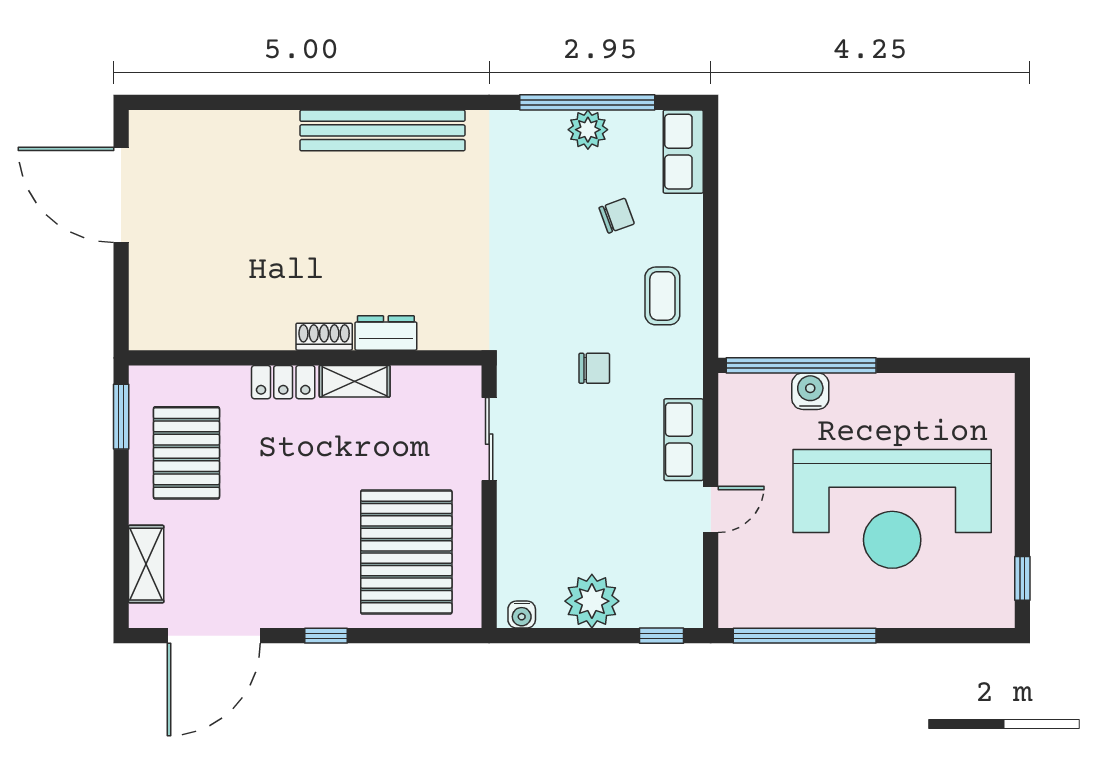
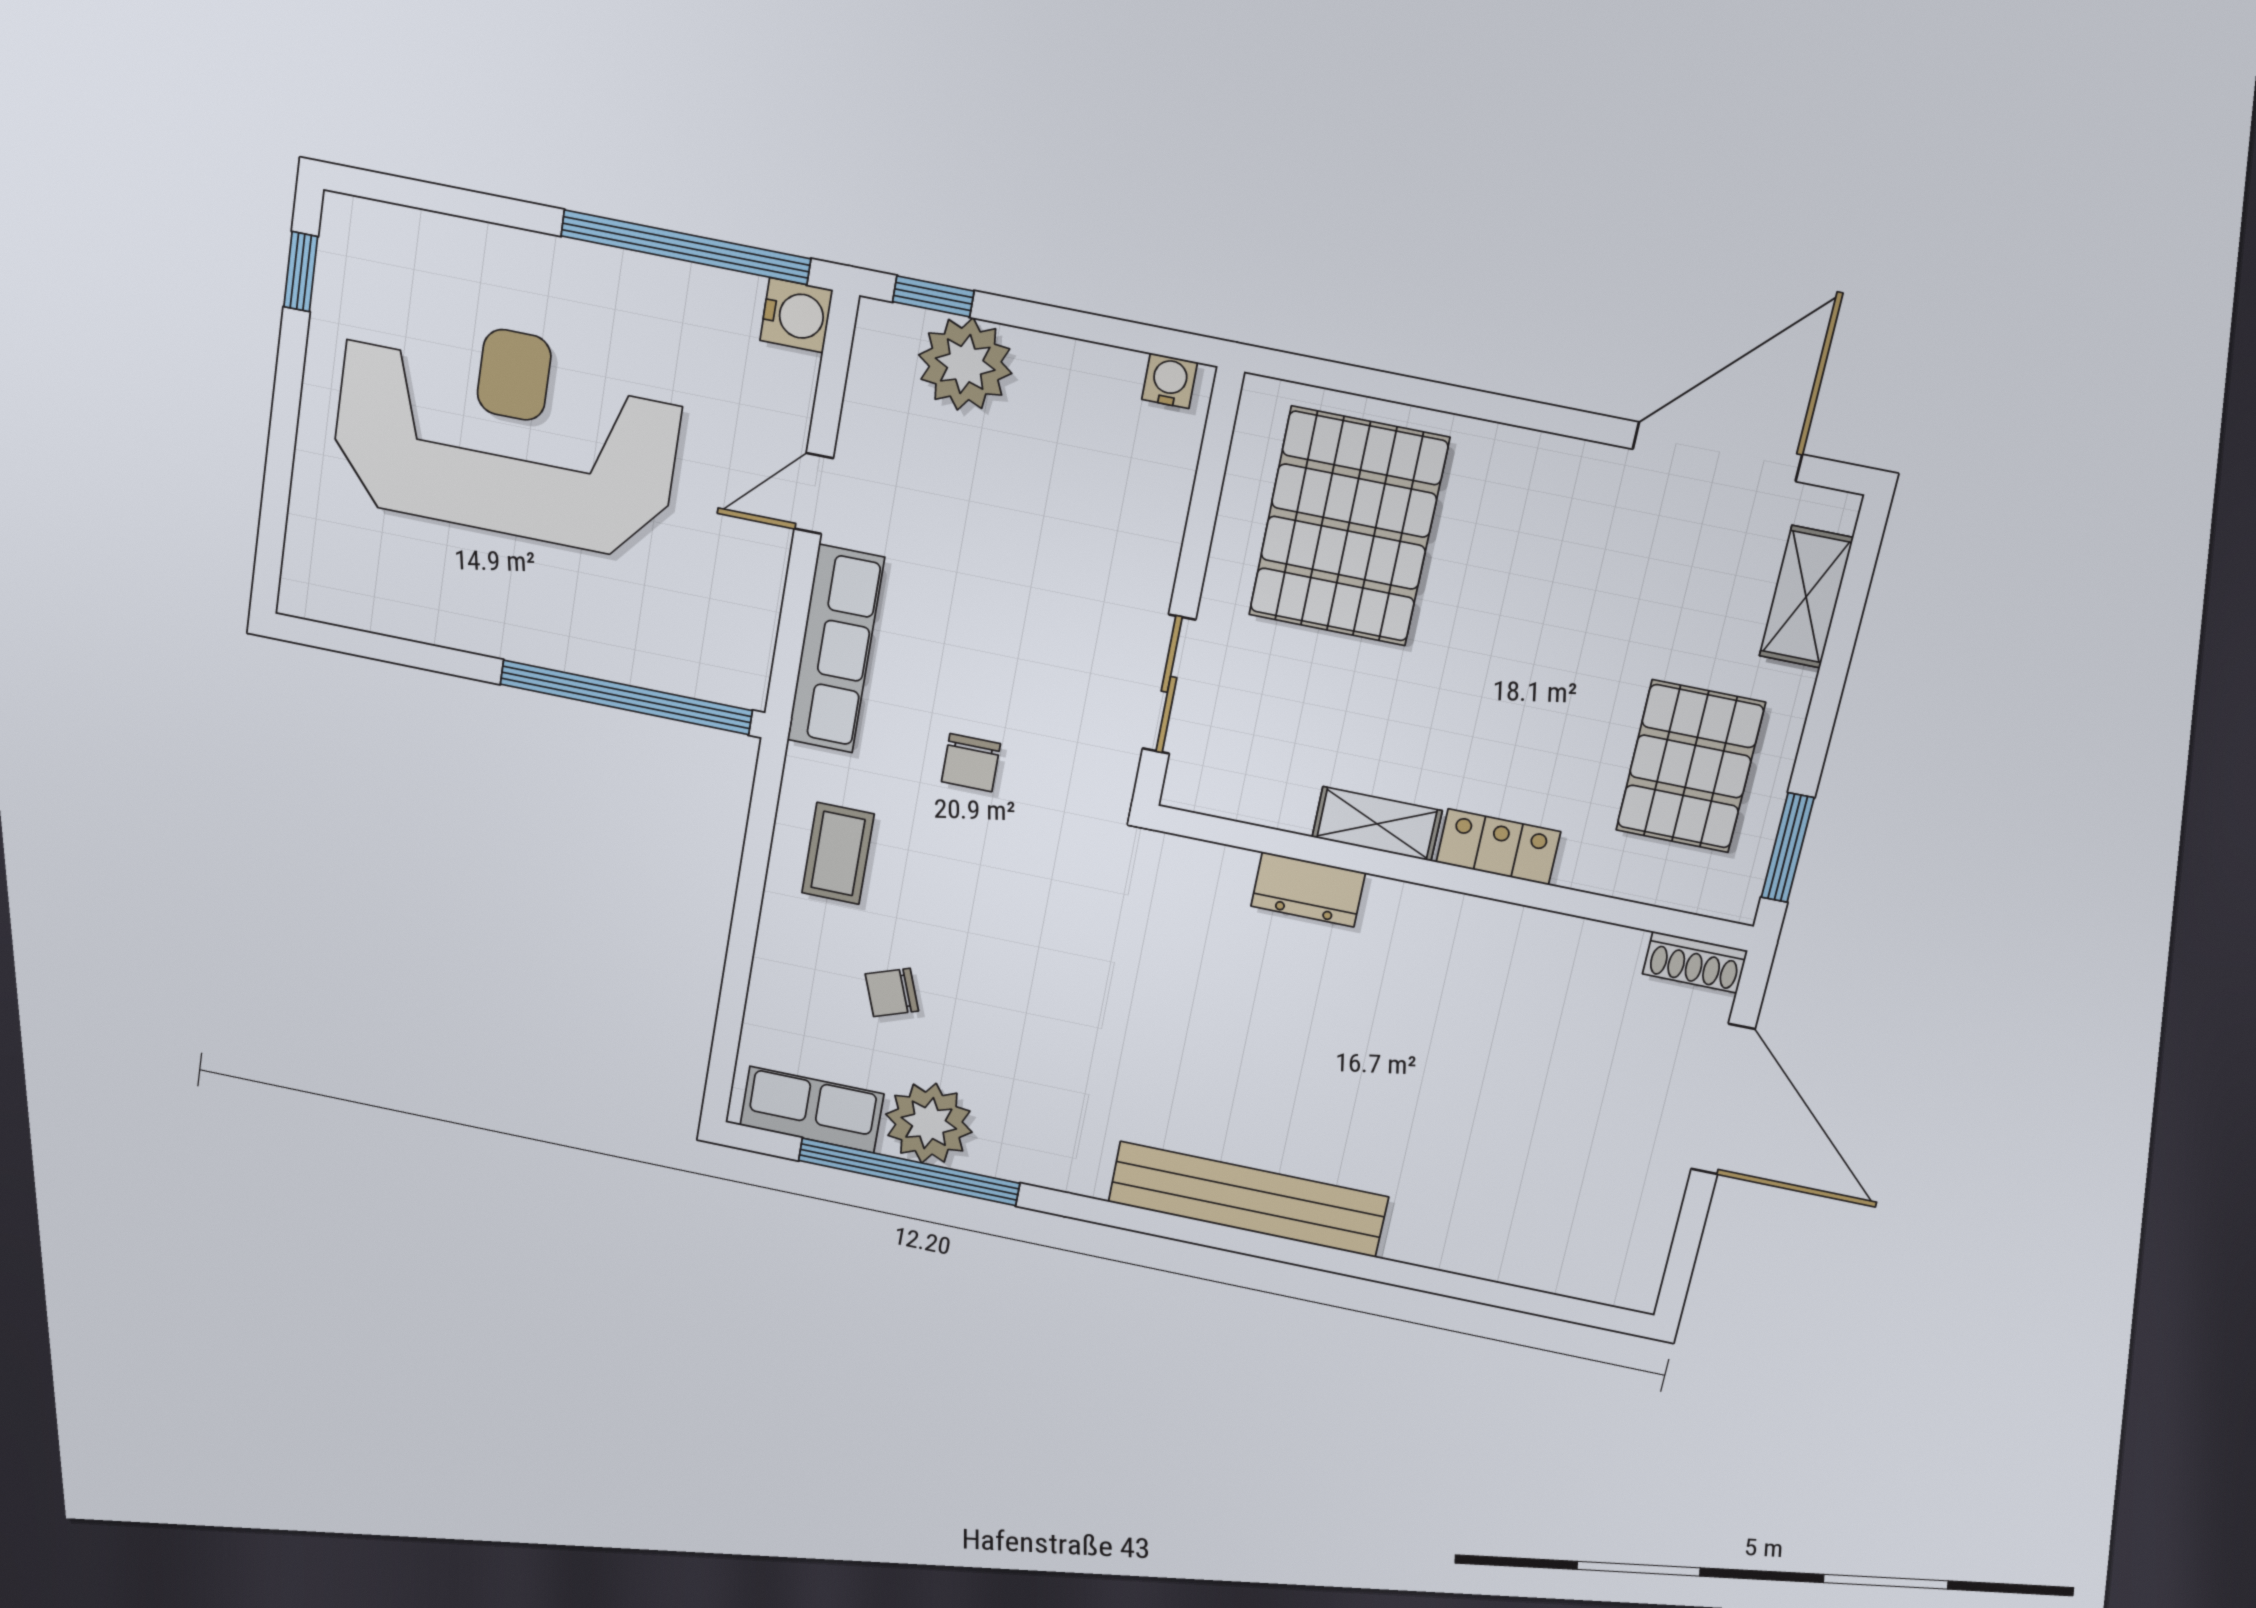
plant: (588, 130) -> (929, 1123), width x1.36, depth x1.36
row of seats: (683, 152) -> (812, 1110), moved, turned -90
door: (121, 195) -> (1723, 1099), moved
shoe rack: (324, 337) -> (1695, 962), moved
chair: (594, 368) -> (971, 763), turned -90
water cooler: (810, 391) -> (796, 315), moved, turned -90
row of seats: (684, 440) -> (836, 649), width x1.48
plant: (592, 601) -> (965, 364), moved
window: (326, 636) -> (1520, 413), removed

